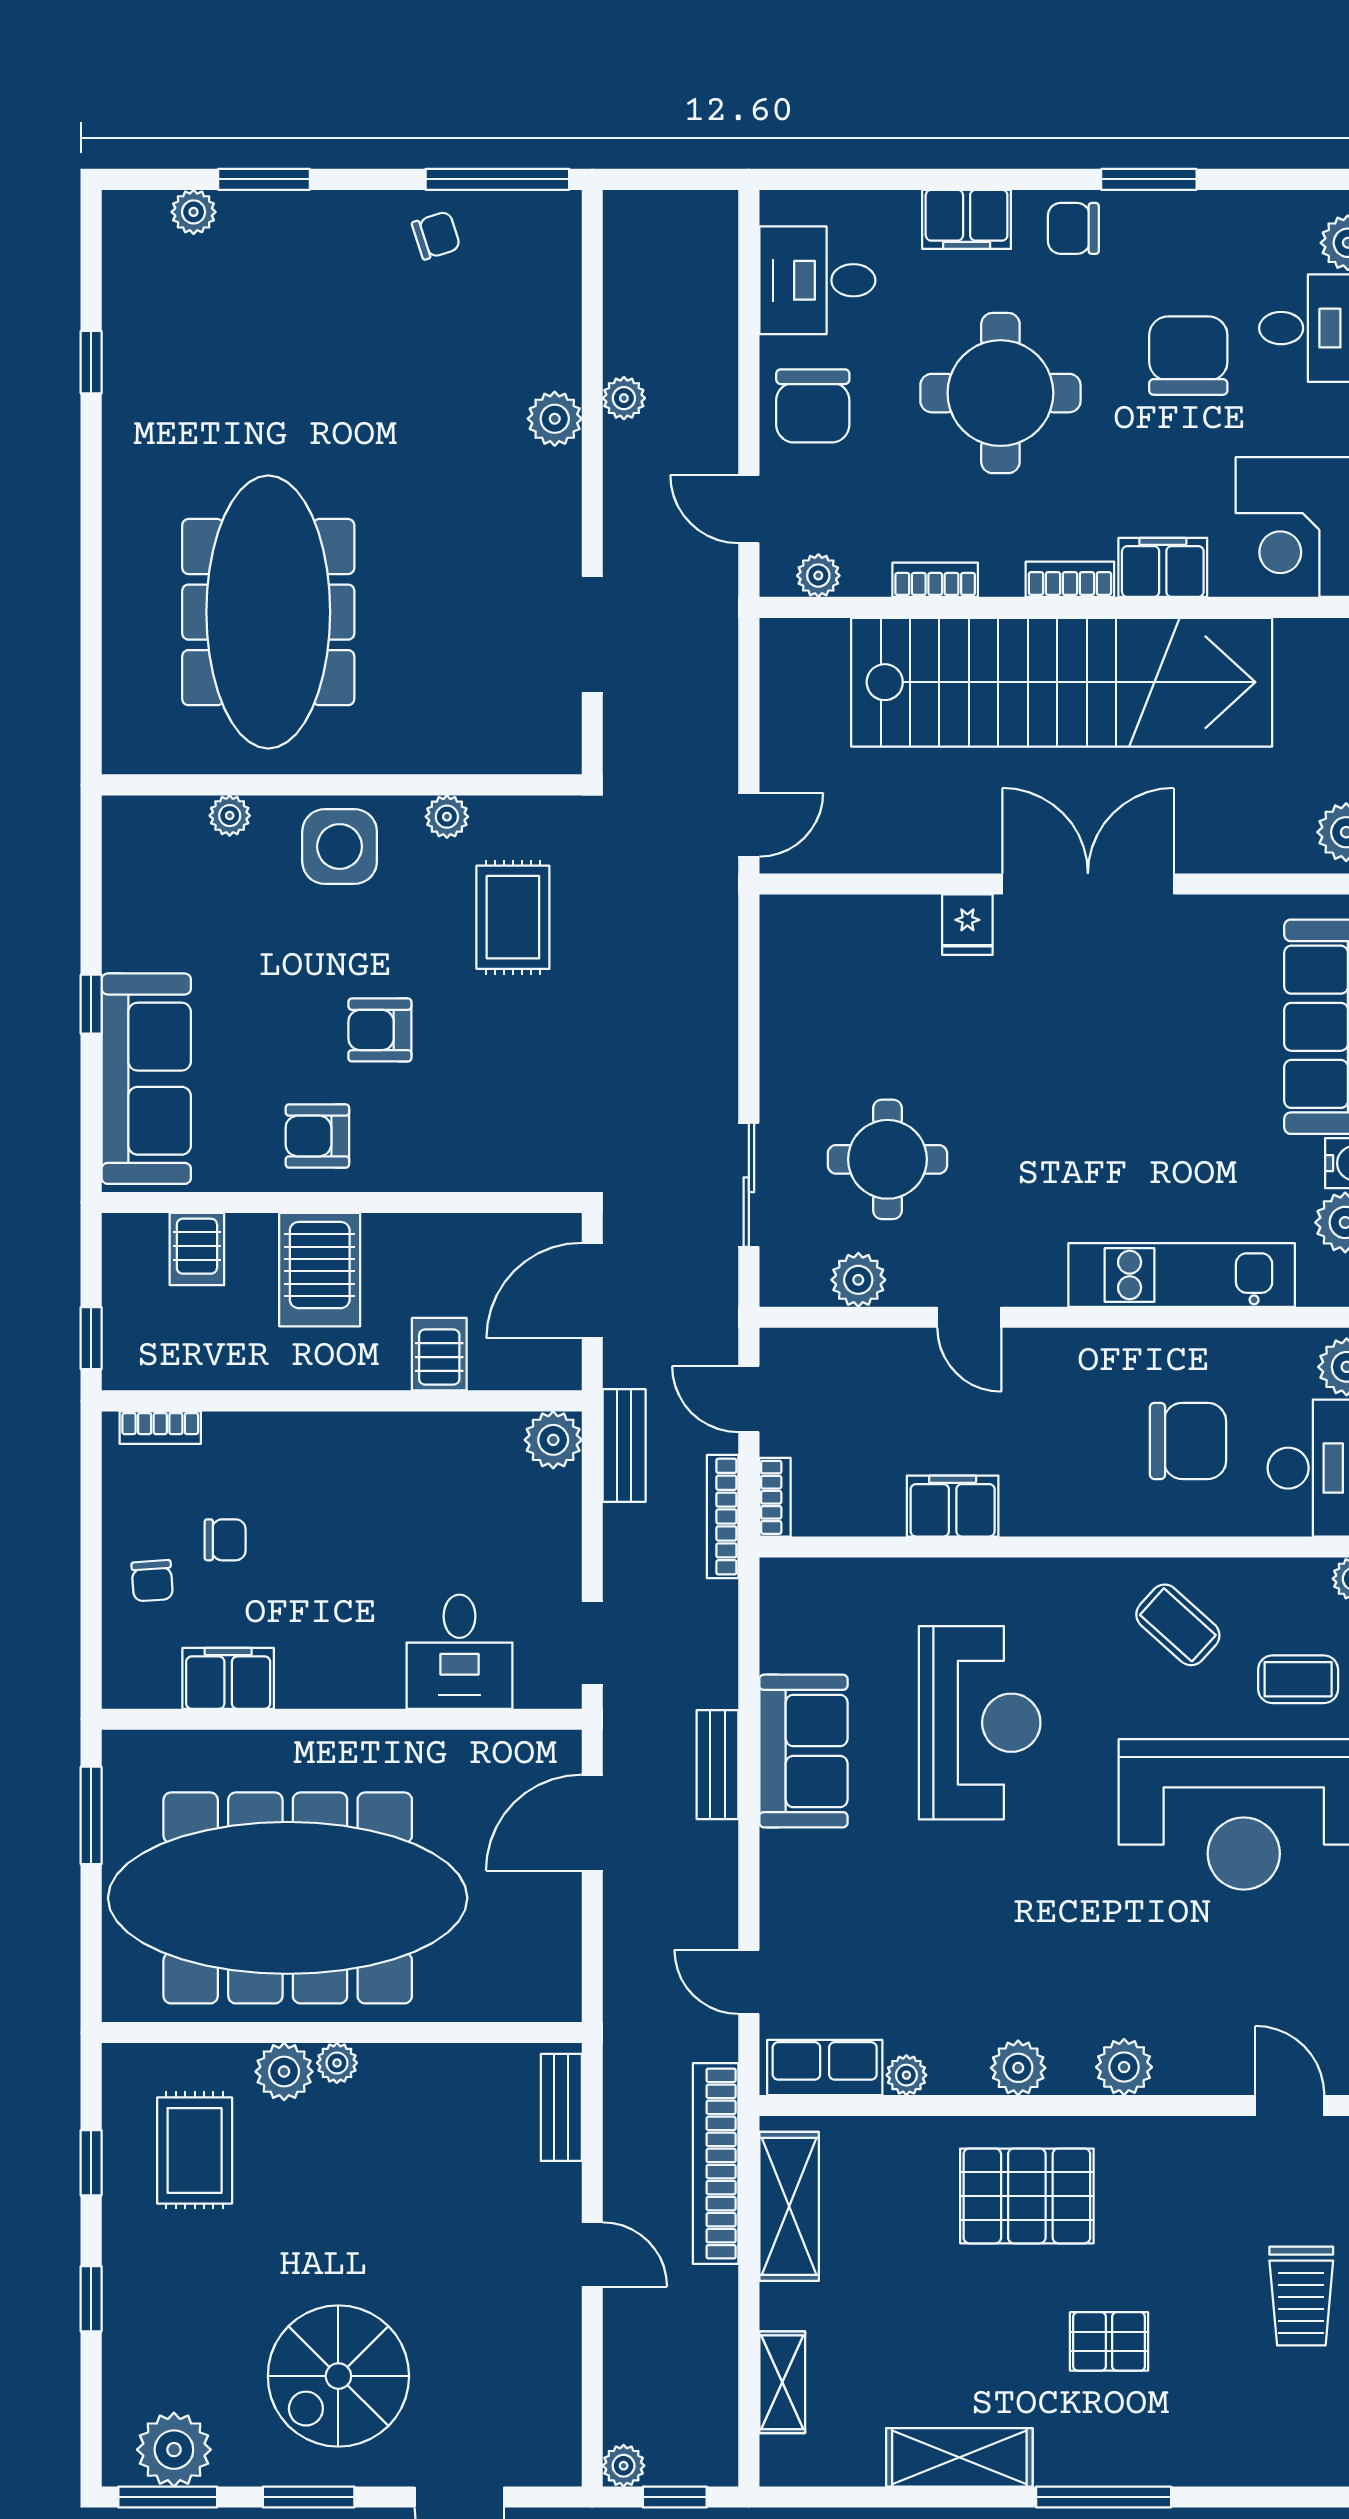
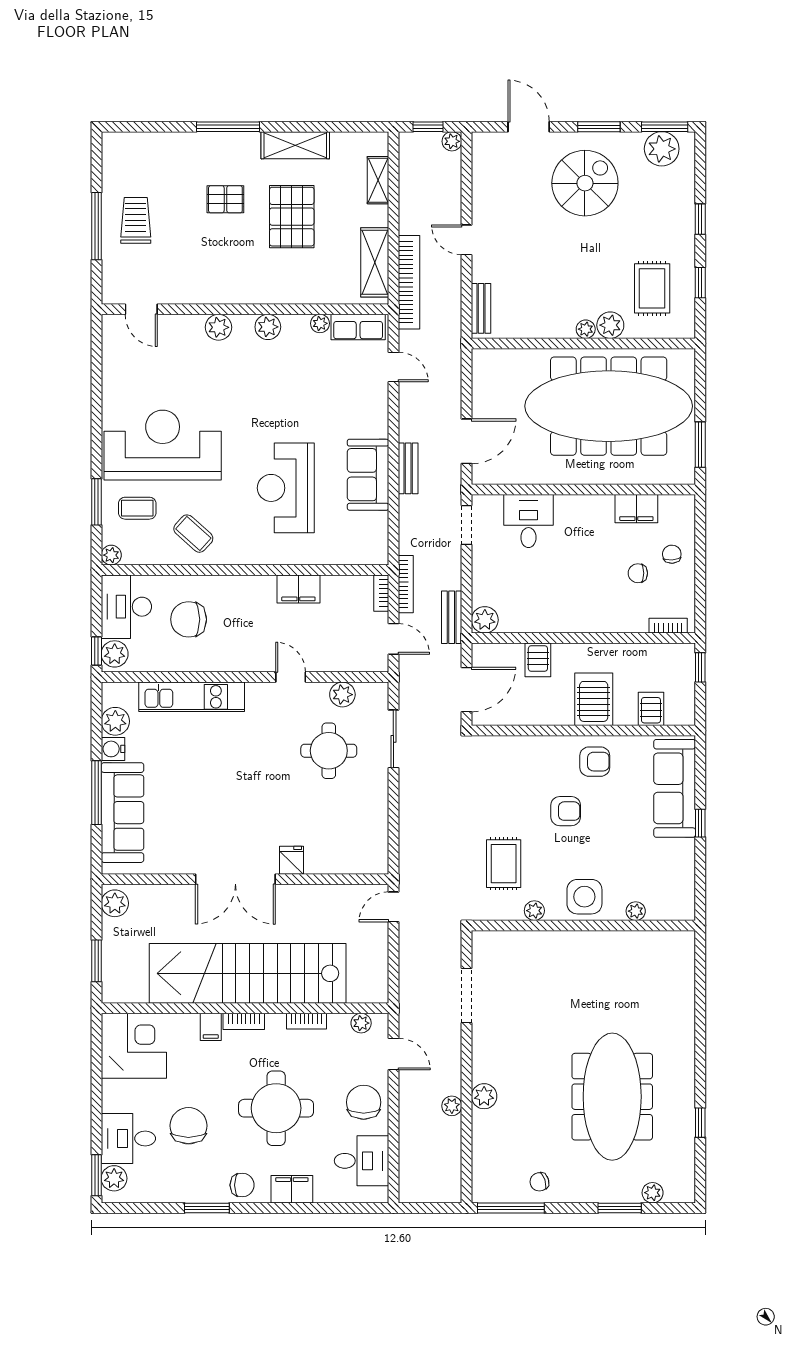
chair: (1188, 356) -> (188, 1126), turned 180
filing cabinet: (1163, 567) -> (211, 1027), width x0.50
meeting table: (268, 612) -> (612, 1097), moved
pallet: (1027, 2196) -> (292, 217), moved, turned 90

